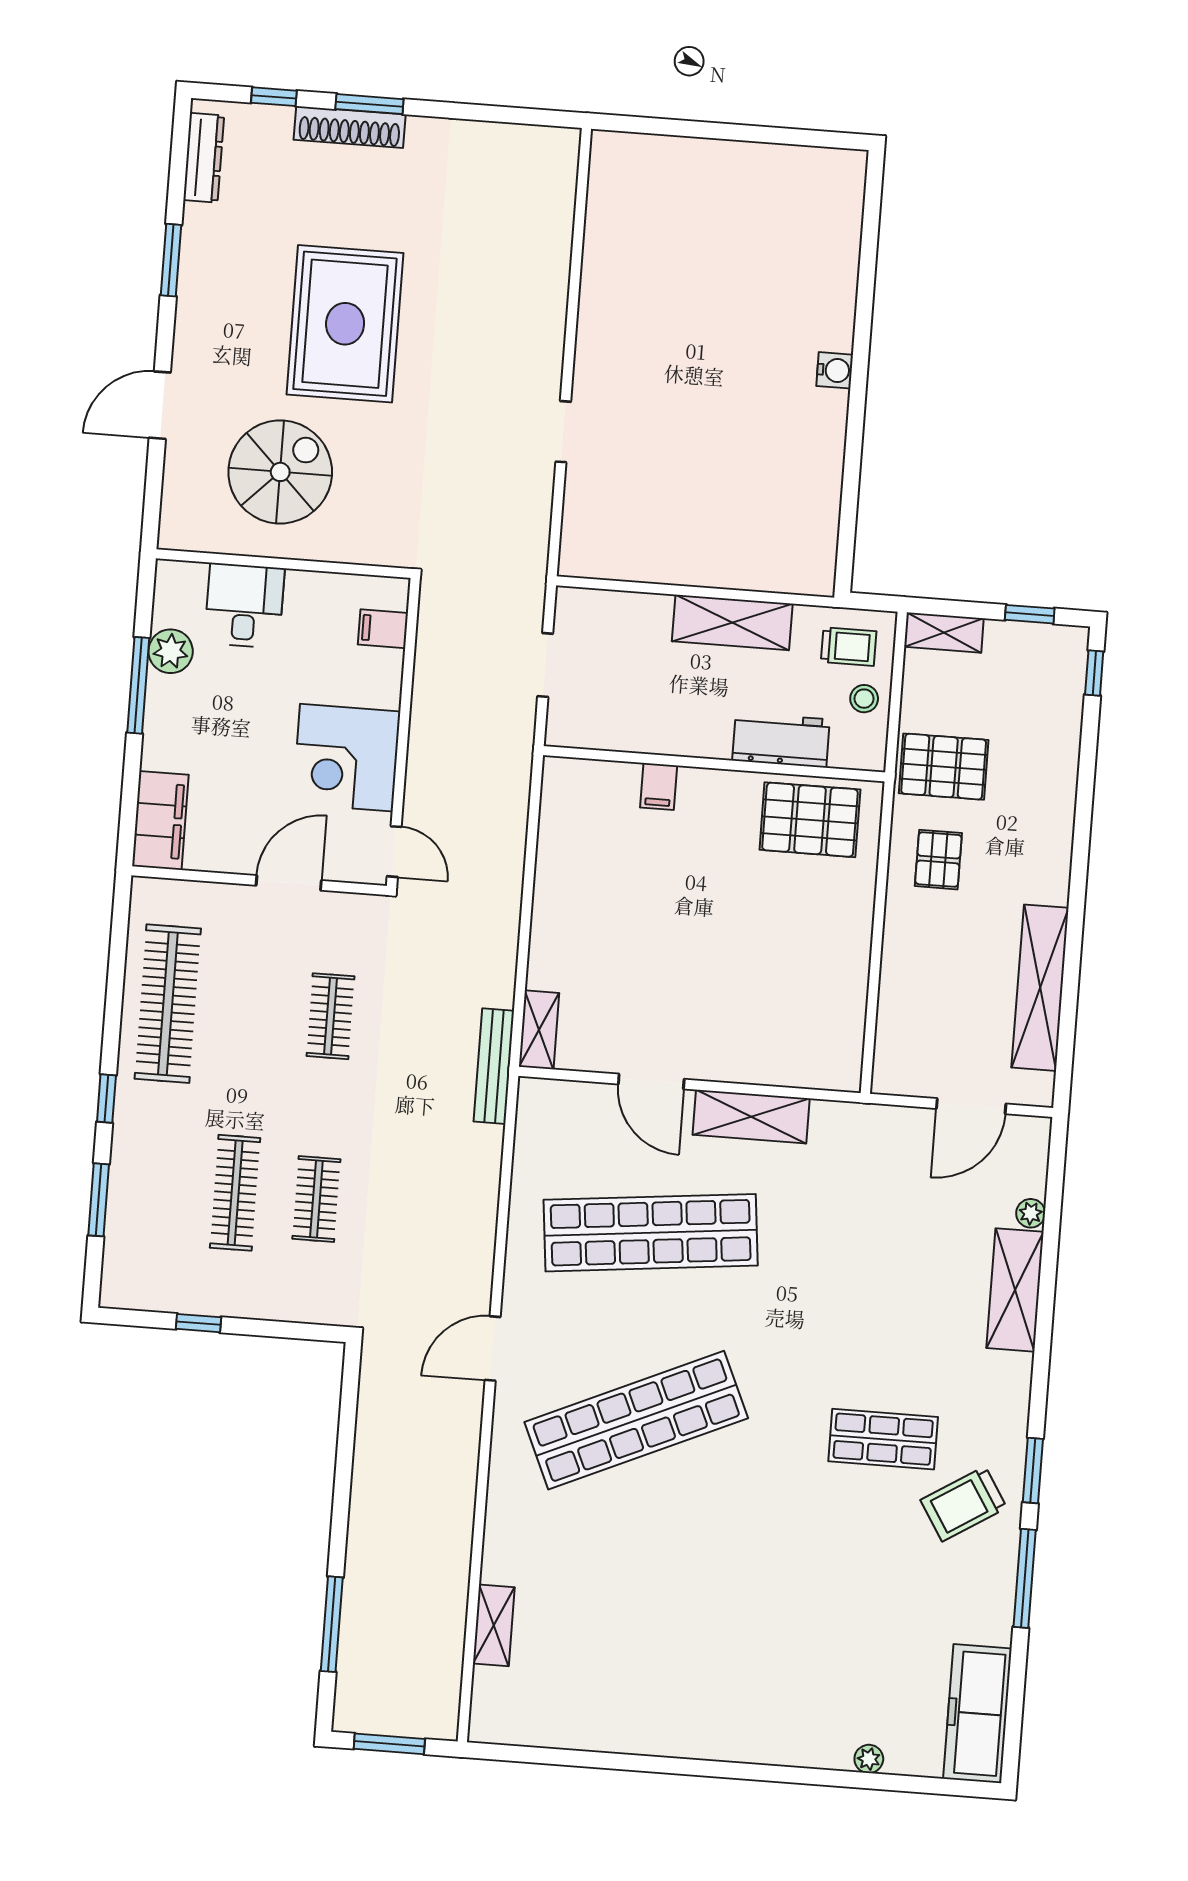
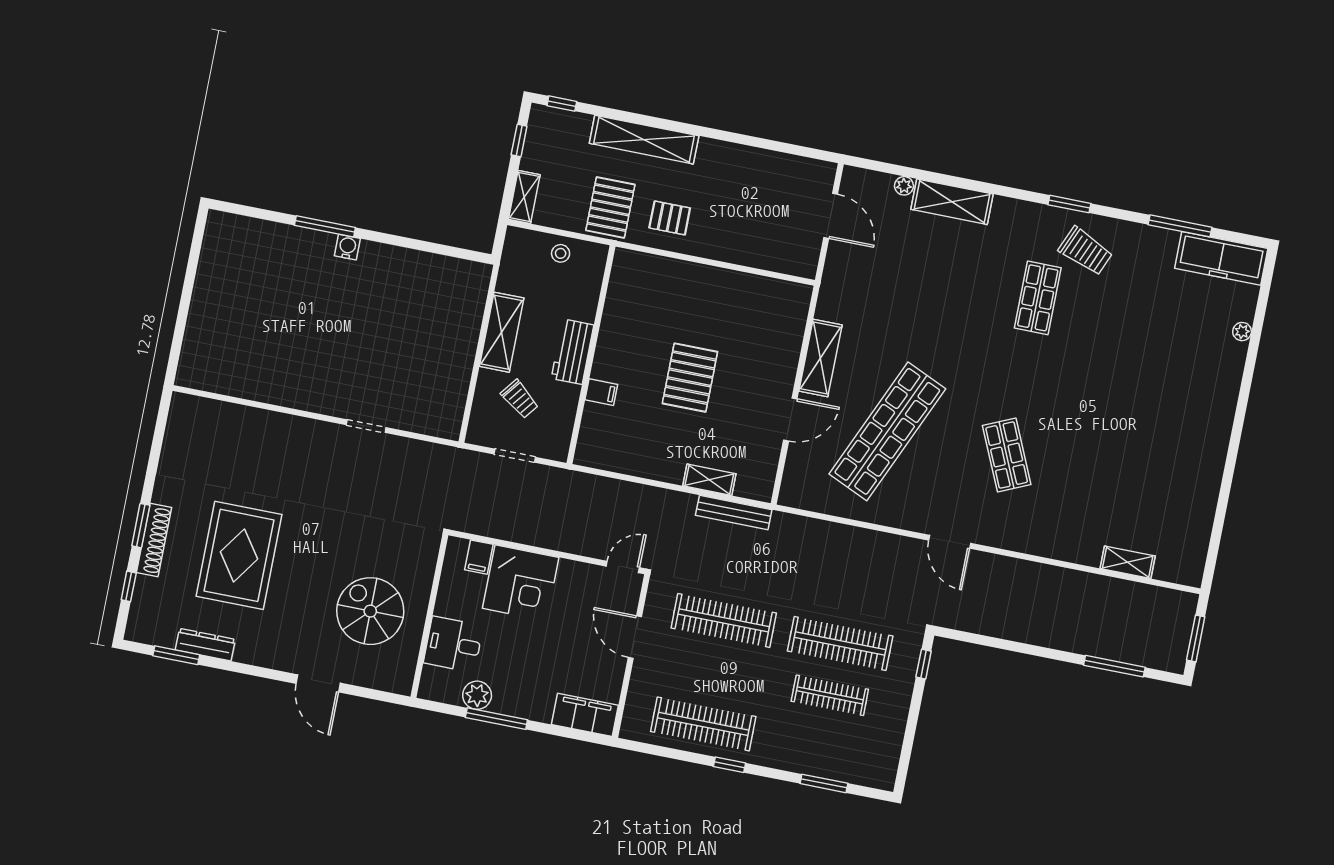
dresser: (204, 158) -> (205, 645), moved
window: (171, 260) -> (176, 655), moved
rug: (345, 324) -> (239, 555), moved, turned 90
window: (862, 332) -> (325, 226), added
trolley: (849, 647) -> (520, 399), moved, turned 128
workbench: (781, 740) -> (572, 352), moved
corner desk: (346, 758) -> (521, 583), moved
pallet: (810, 820) -> (690, 378), moved
shelving: (1040, 988) -> (644, 140), moved
clothes rail: (330, 1016) -> (724, 620), width x1.86, depth x1.31
shelving: (539, 1030) -> (709, 480), moved
bench: (494, 1066) -> (734, 513), moved
window: (106, 1098) -> (730, 765), moved
clothes rail: (316, 1199) -> (840, 644), width x1.86, depth x1.31
shop shelf: (651, 1233) -> (887, 431), turned 30
window: (198, 1323) -> (924, 664), moved
shop shelf: (636, 1420) -> (1007, 455), width x0.50, depth x0.74
trolley: (964, 1504) -> (1086, 251), turned -35
window: (1025, 1578) -> (1180, 226), moved

